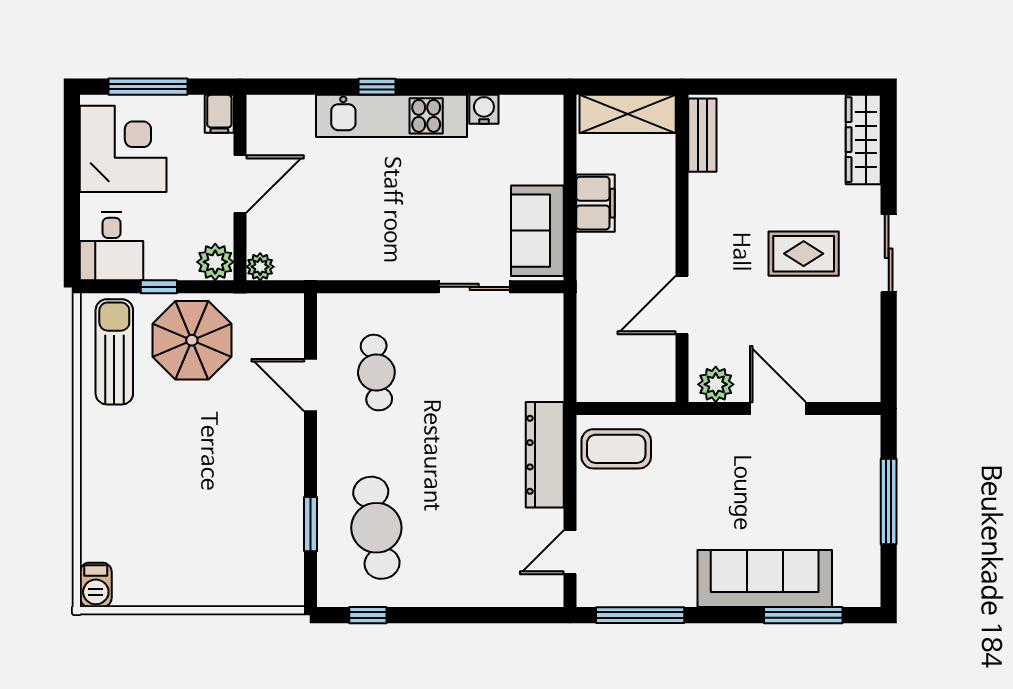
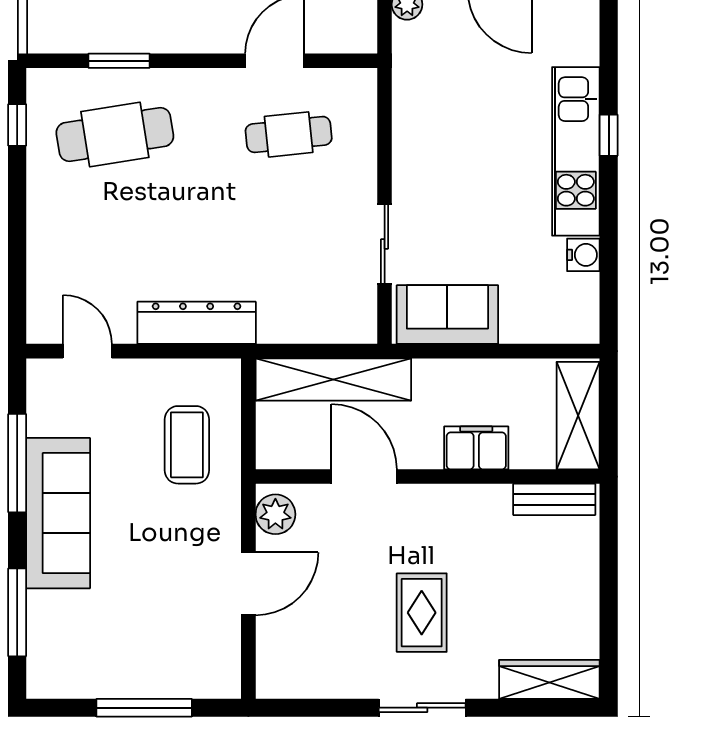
filing cabinet: (596, 203) -> (476, 448), moved, turned 180
shelving: (595, 333) -> (333, 379), added
coffee table: (616, 449) -> (187, 445), moved
sofa: (765, 578) -> (58, 513), moved
window: (640, 615) -> (17, 463), moved

